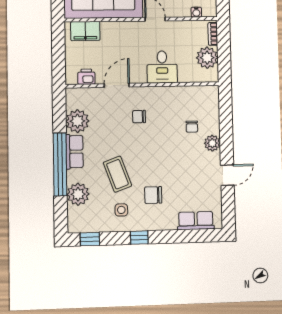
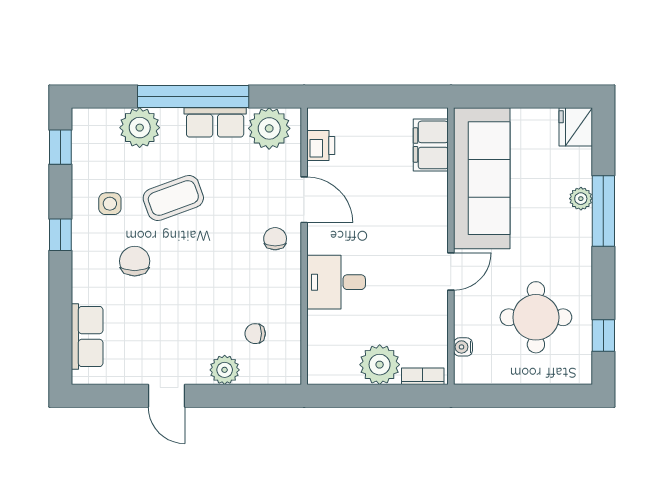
desk: (162, 67) -> (336, 282), moved
printer: (86, 77) -> (321, 146), moved
door: (117, 85) -> (304, 200), moved
wall: (143, 85) -> (304, 246), moved

